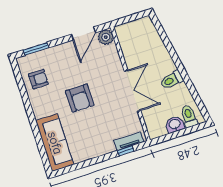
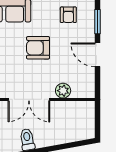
door: (83, 33) -> (98, 55), moved
plant: (106, 37) -> (63, 91), moved

